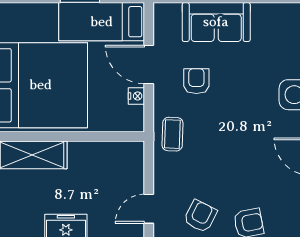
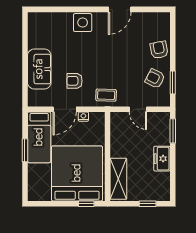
door: (149, 209) -> (138, 109), moved

